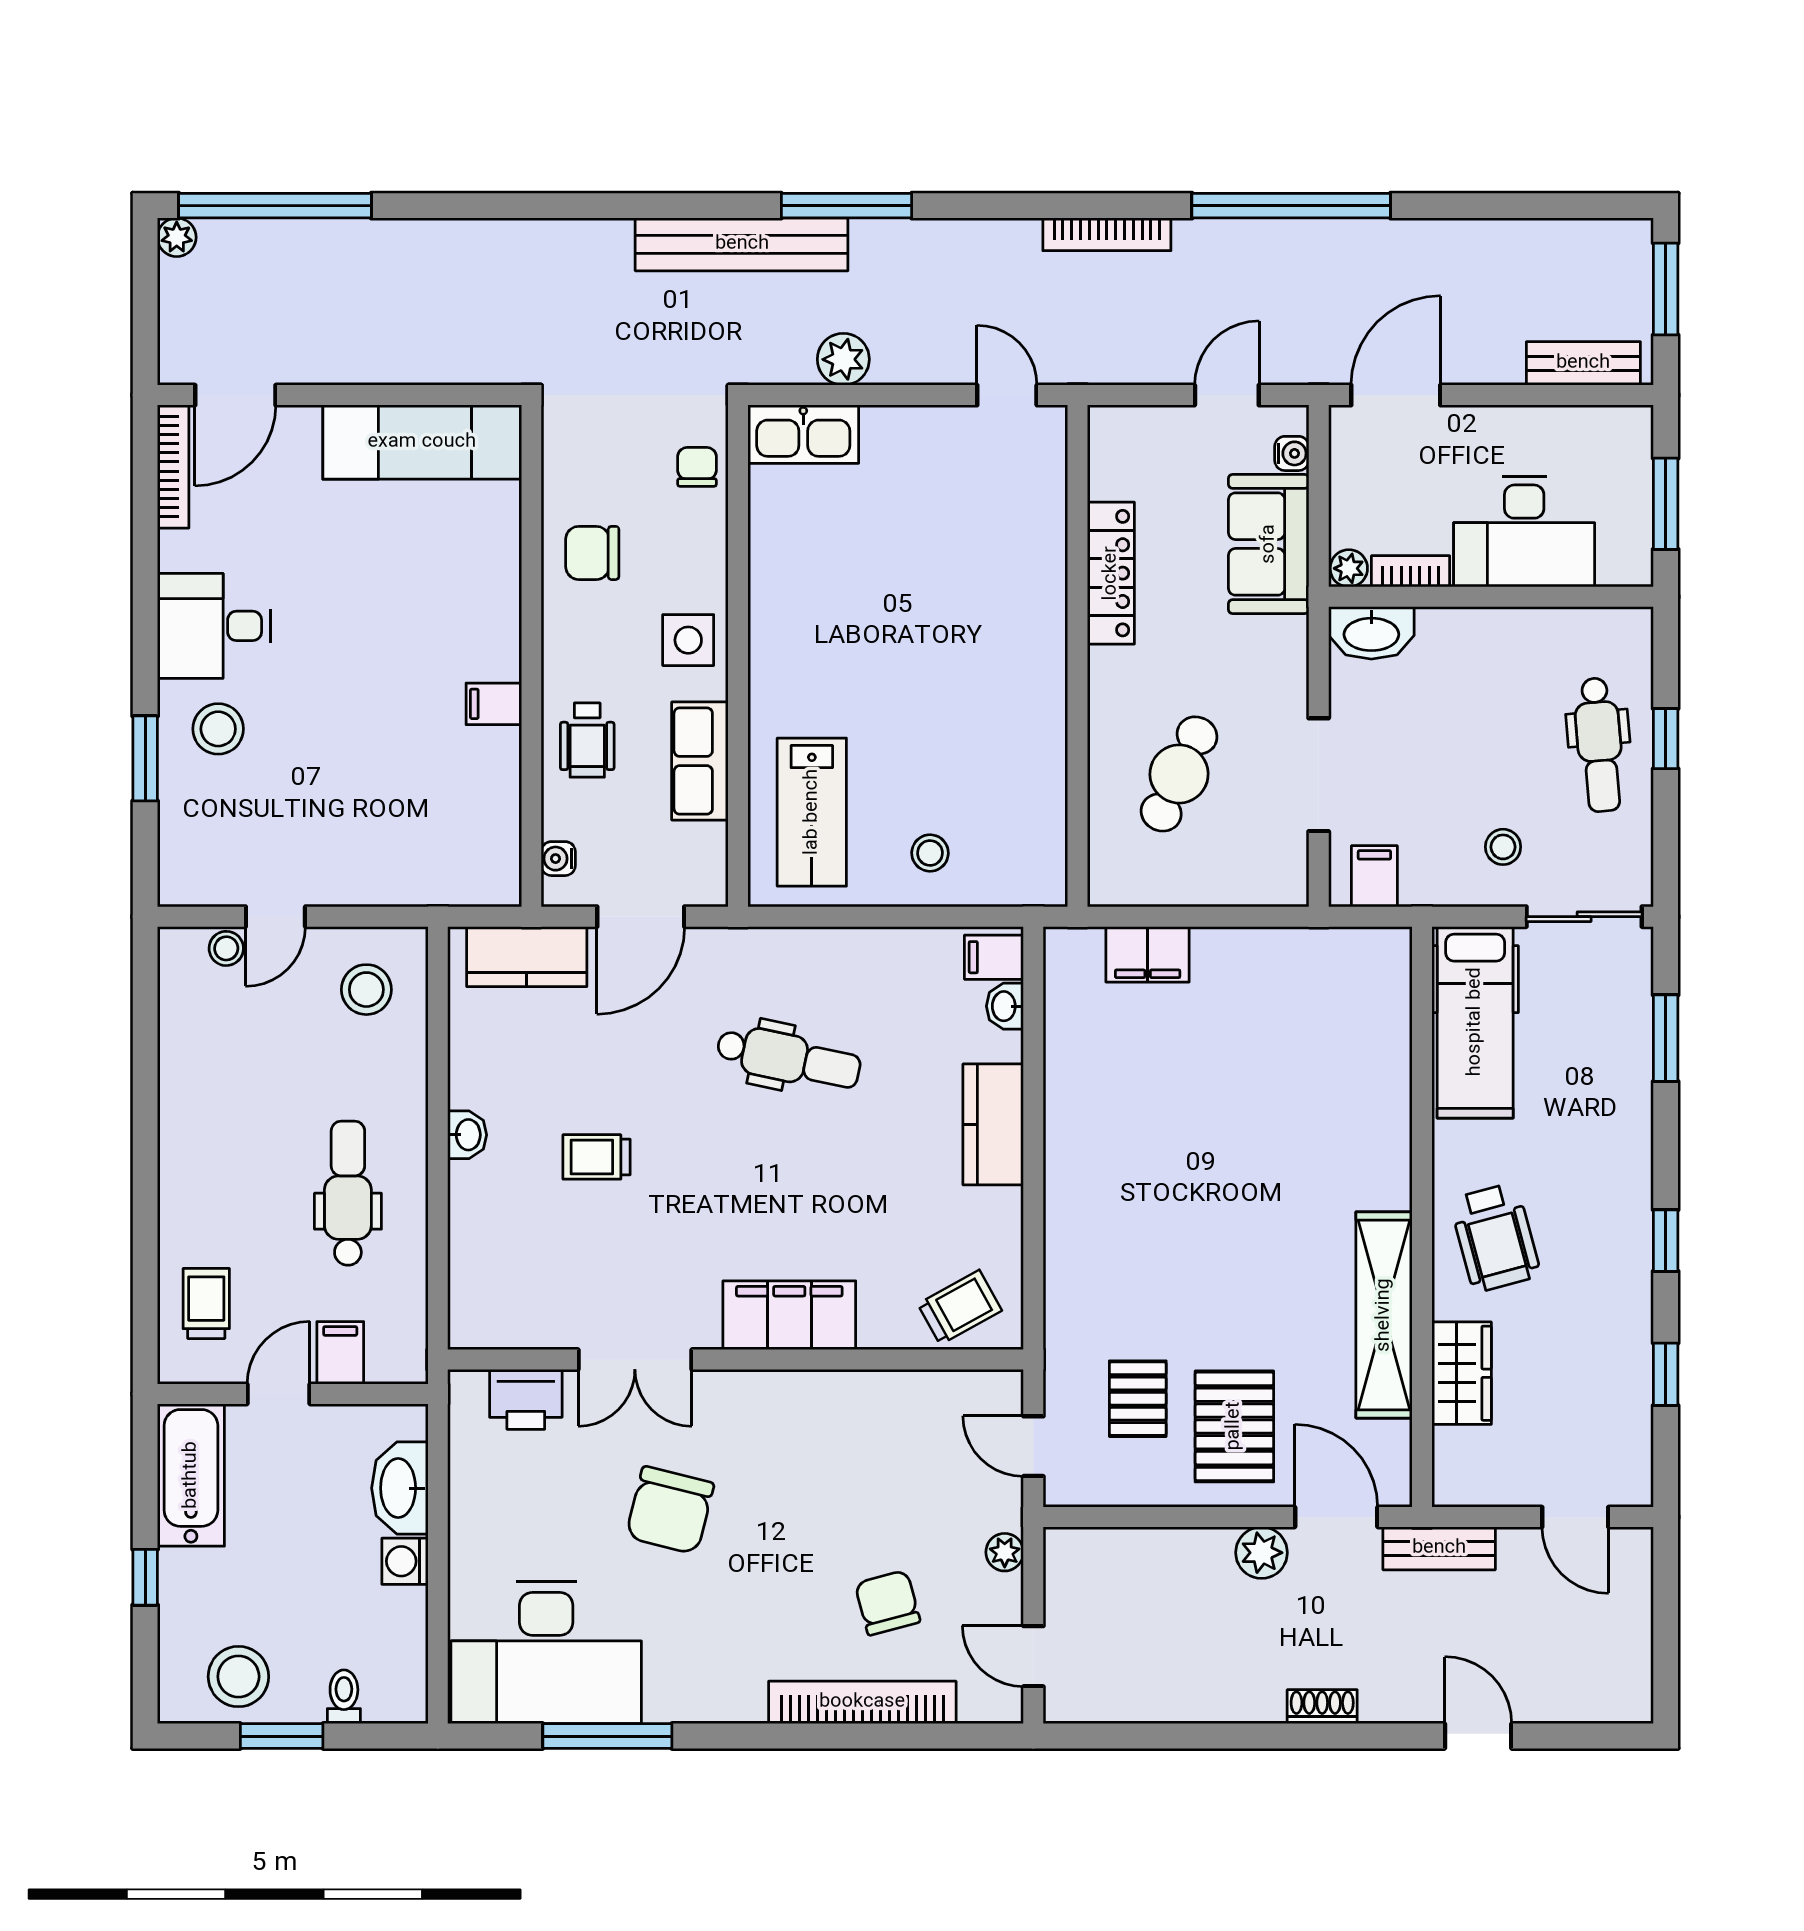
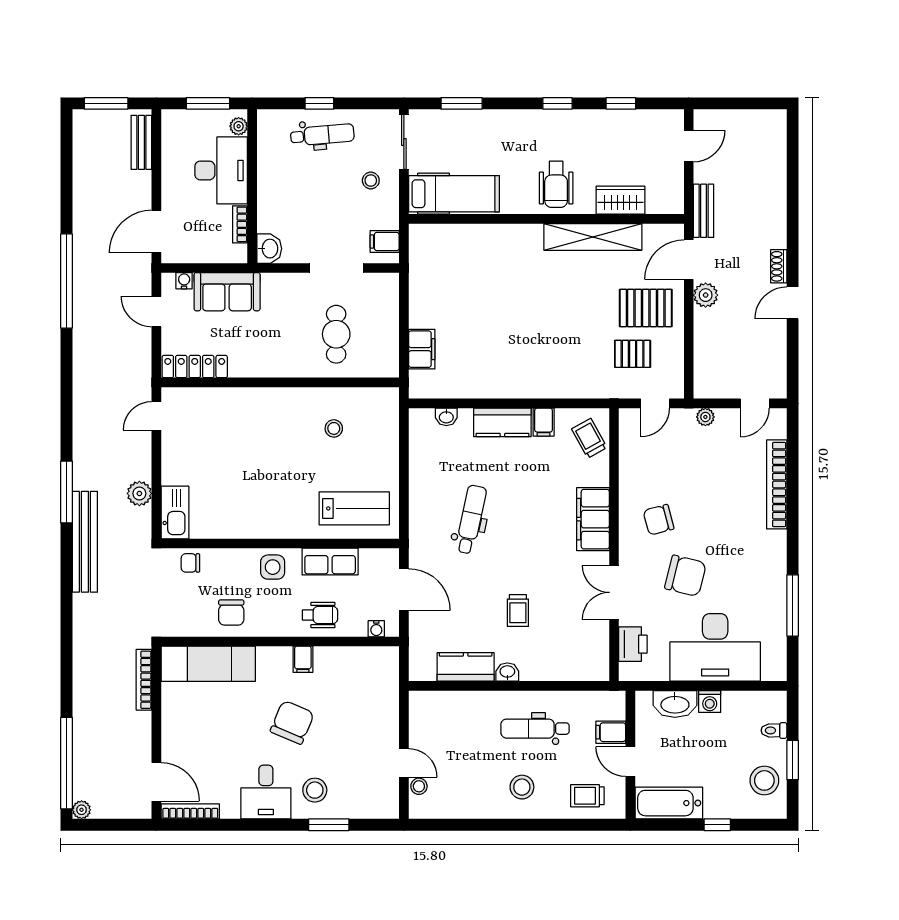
bookcase: (1107, 234) -> (144, 680), moved, turned 180
door: (1396, 395) -> (156, 231), hinge flipped
exam couch: (422, 442) -> (208, 664), moved, turned 90
plant: (1349, 568) -> (239, 126), moved
locker: (1111, 573) -> (195, 367), moved
washbasin: (1371, 633) -> (269, 249), width x0.72
chair: (361, 681) -> (292, 722), added
cafe table: (1179, 774) -> (336, 334), turned 65
stool: (930, 853) -> (334, 428), moved
kitchen counter: (527, 957) -> (466, 667), moved, turned -90
filing cabinet: (994, 957) -> (544, 422), moved
stool: (366, 990) -> (522, 787), moved
wheelchair: (1495, 1237) -> (556, 184), turned 105
double door: (635, 1360) -> (614, 592), swing flipped
chair: (887, 1603) -> (659, 520), moved
desk: (546, 1652) -> (715, 647), moved, turned 90
door: (1478, 1736) -> (793, 303), moved

